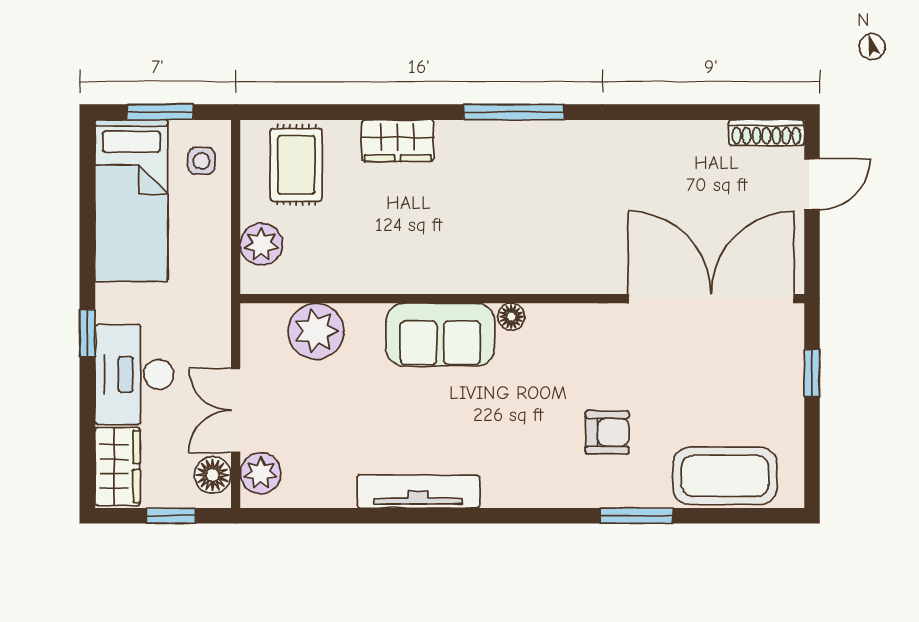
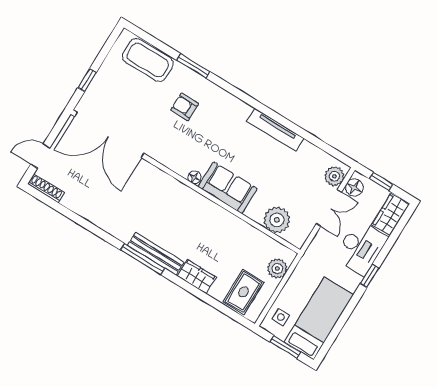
bench: (497, 137) -> (156, 254), added

